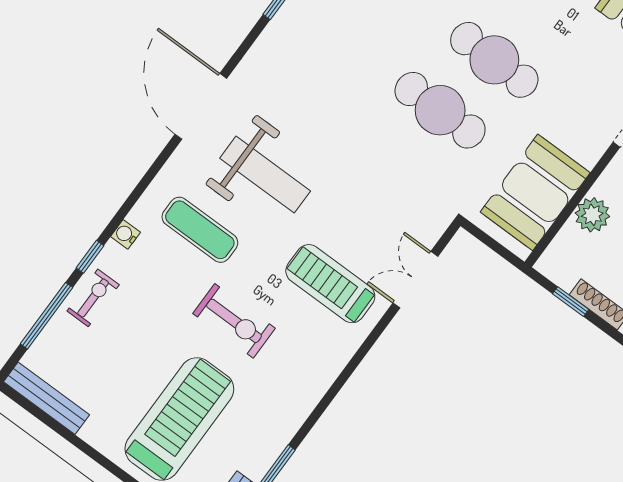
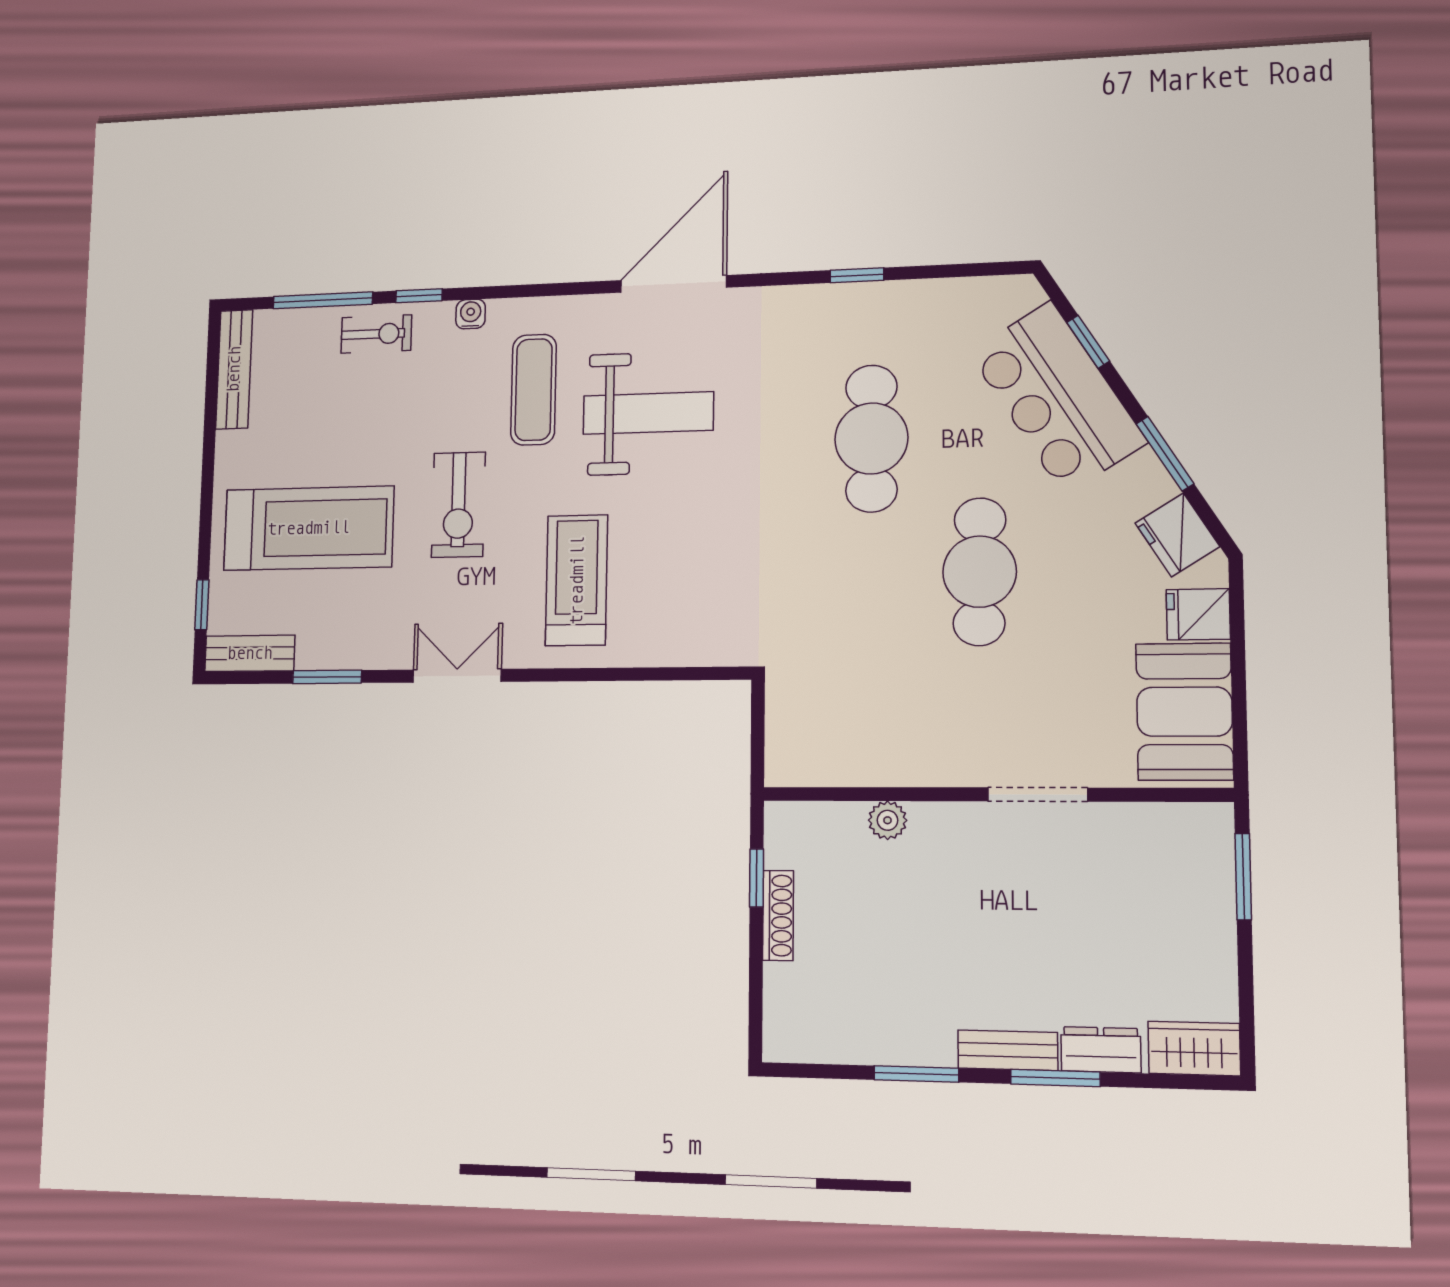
cafe table: (440, 110) -> (871, 438), moved
weight bench: (265, 175) -> (648, 413), turned -90
booth: (535, 192) -> (857, 738), removed
plant: (592, 215) -> (888, 820), width x0.73, depth x0.73
double door: (415, 280) -> (457, 676), moved

